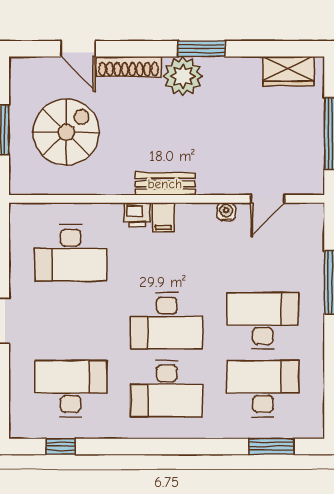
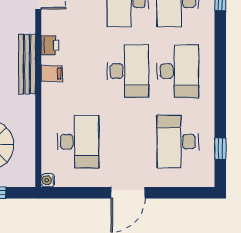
bench: (165, 184) -> (27, 64), width x1.36
water cooler: (226, 212) -> (48, 180), moved
printer: (137, 215) -> (50, 45), moved

